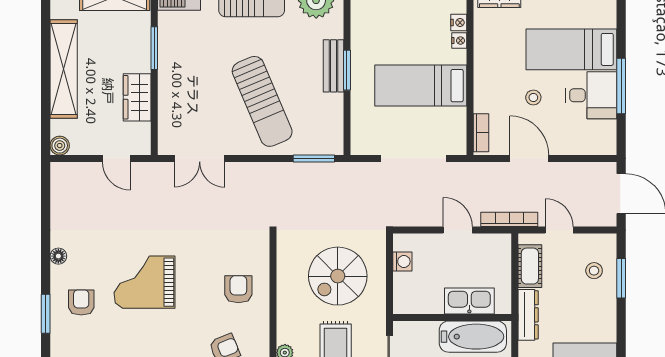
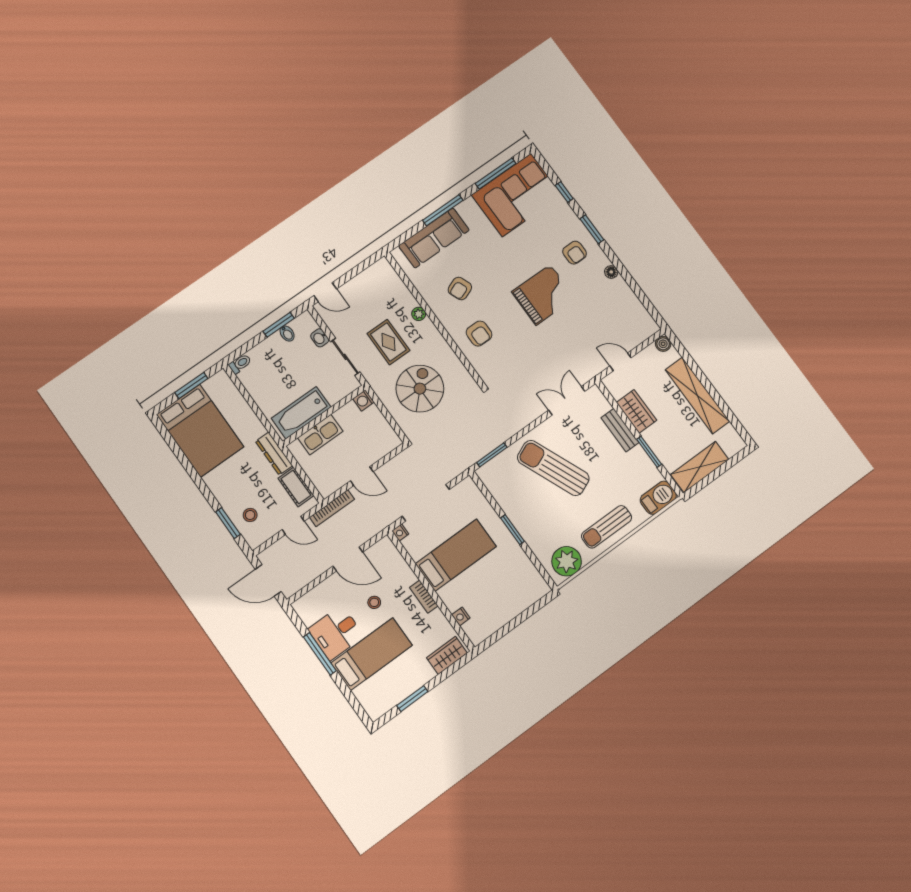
nightstand: (459, 41) -> (400, 532), moved
bench: (334, 66) -> (620, 430), moved
bookcase: (481, 133) -> (424, 597), moved
washing machine: (402, 261) -> (363, 400), moved

